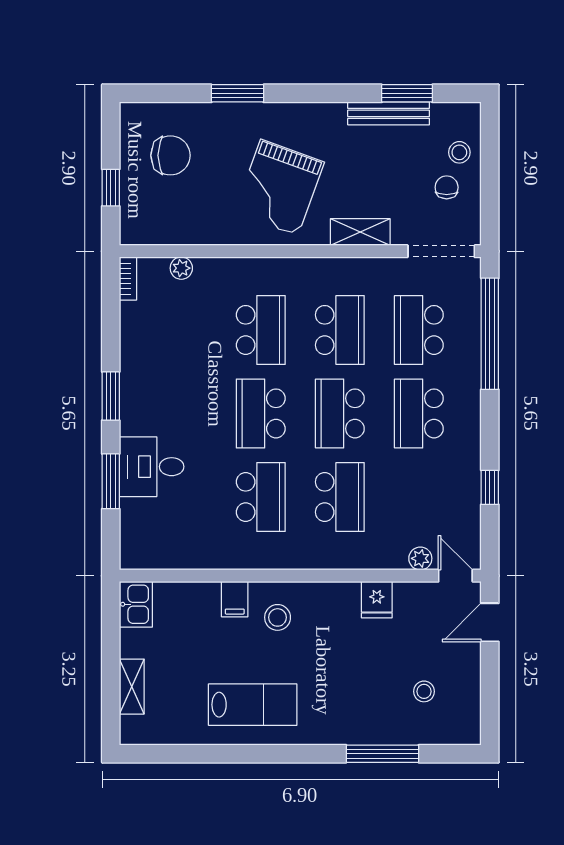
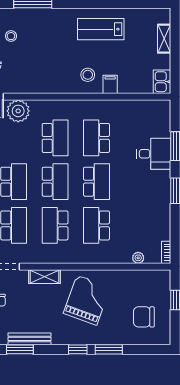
window: (297, 93) -> (78, 349), added
school desk: (340, 497) -> (55, 138), turned 180
plant: (420, 558) -> (18, 111), width x1.88, depth x1.88
fridge: (377, 600) -> (36, 84), removed

